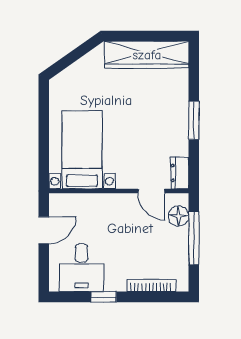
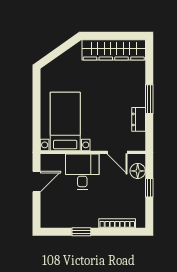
dresser: (180, 173) -> (139, 119), moved
window: (194, 238) -> (149, 188), width x0.46
desk: (82, 268) -> (82, 172), moved, turned 180

